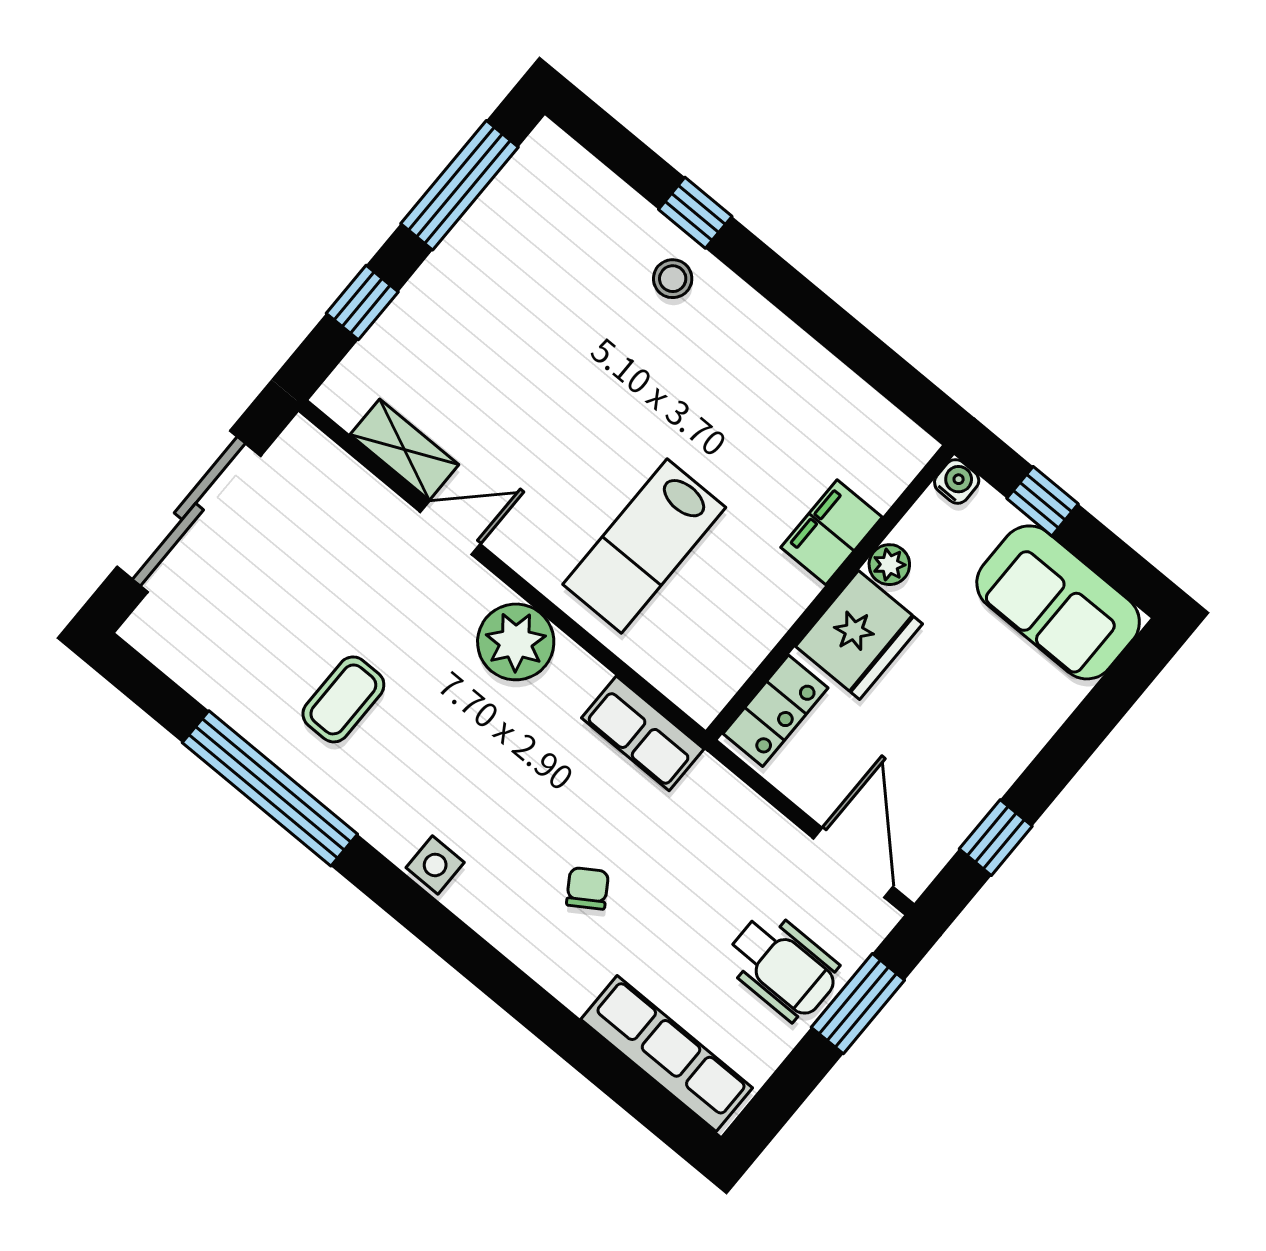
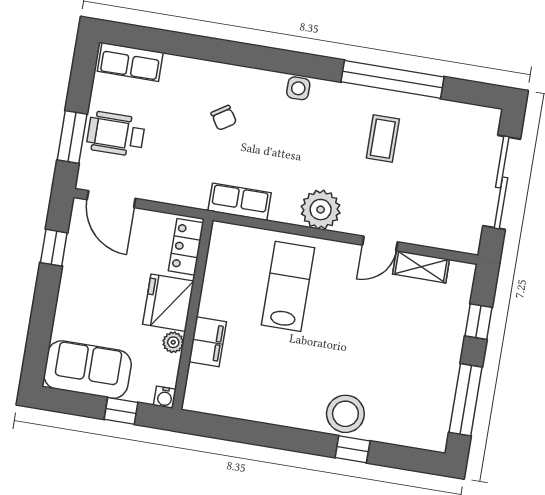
stool: (673, 279) -> (345, 414), width x1.89, depth x1.89
row of seats: (667, 1054) -> (130, 62), width x0.68

